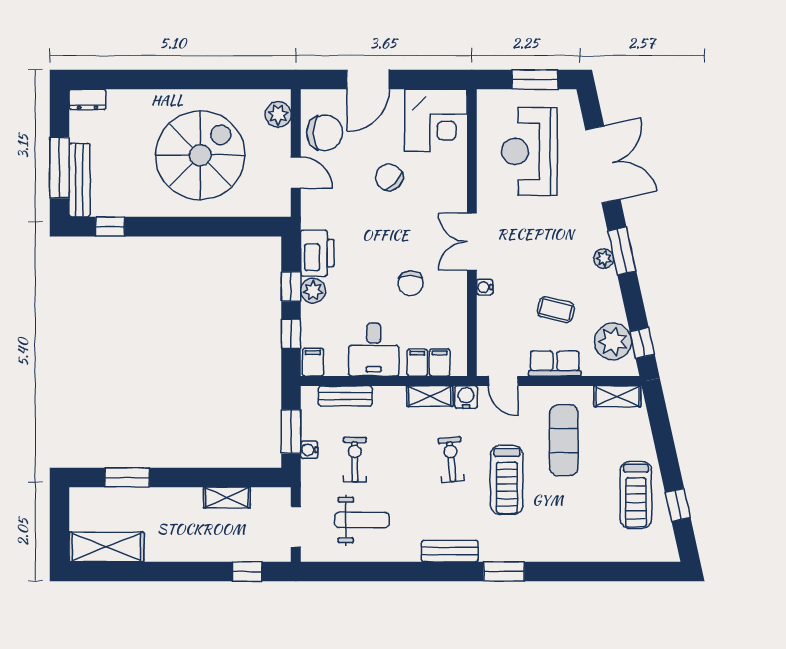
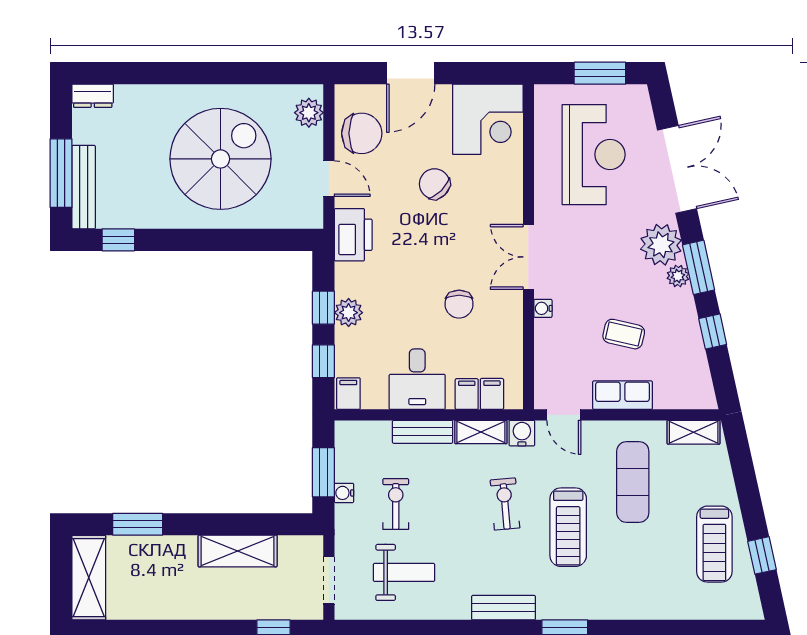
reception desk: (529, 151) -> (594, 155), turned 180
printer: (317, 253) -> (353, 235), moved
plant: (613, 342) -> (661, 245), moved
window: (642, 343) -> (713, 332), moved
bench: (345, 396) -> (423, 432), moved
shelving: (227, 498) -> (238, 551), width x1.50, depth x1.33
shelving: (106, 547) -> (89, 578), moved, turned 90

